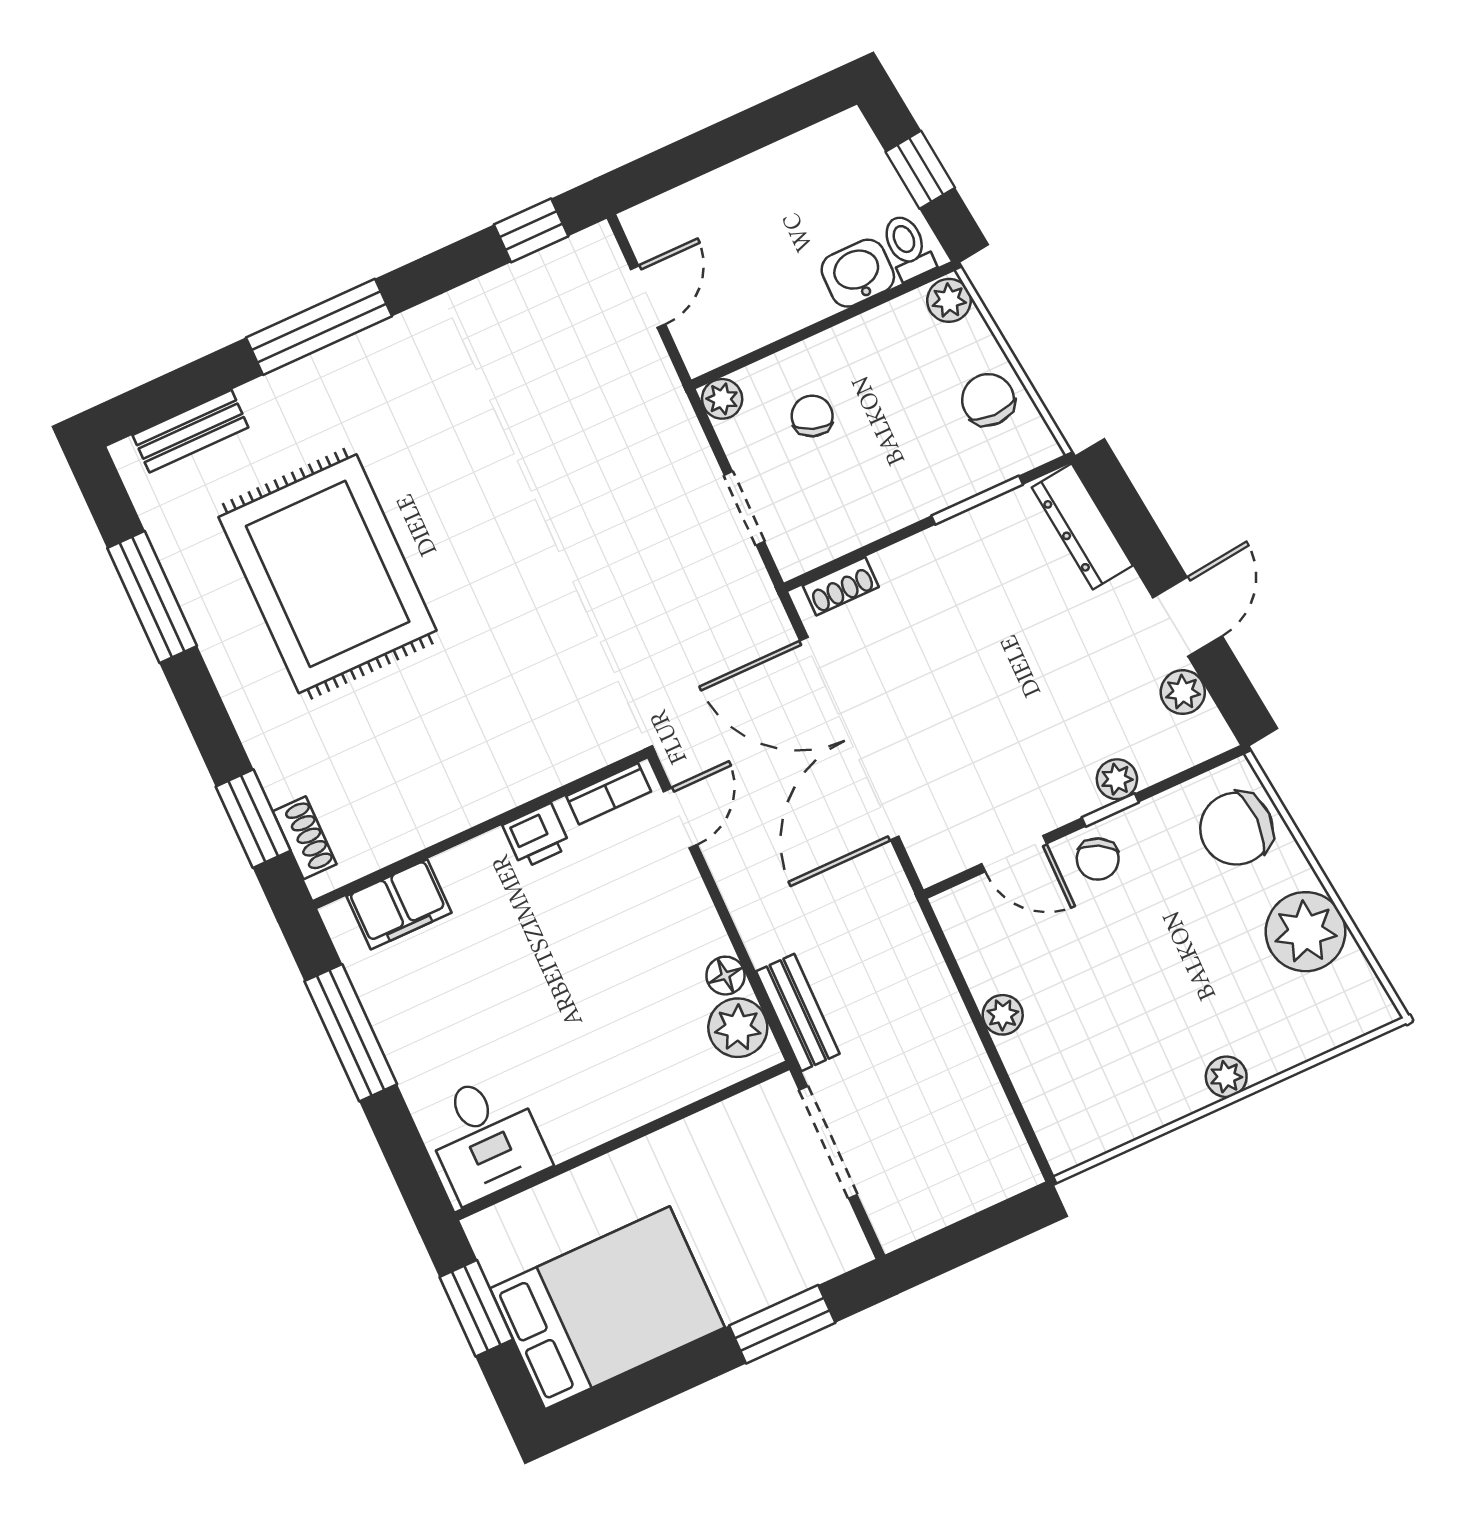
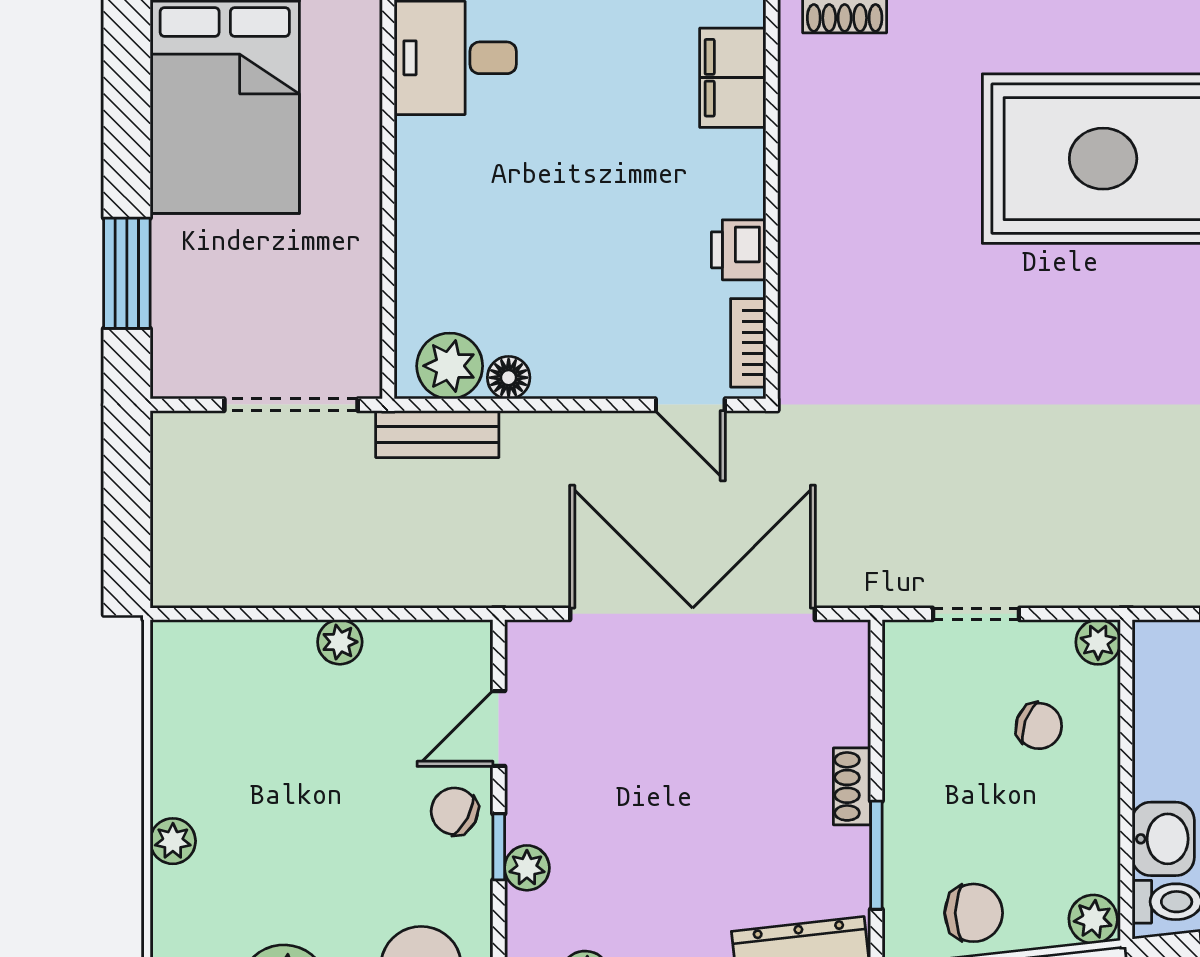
shoe rack: (841, 586) -> (852, 786), moved

